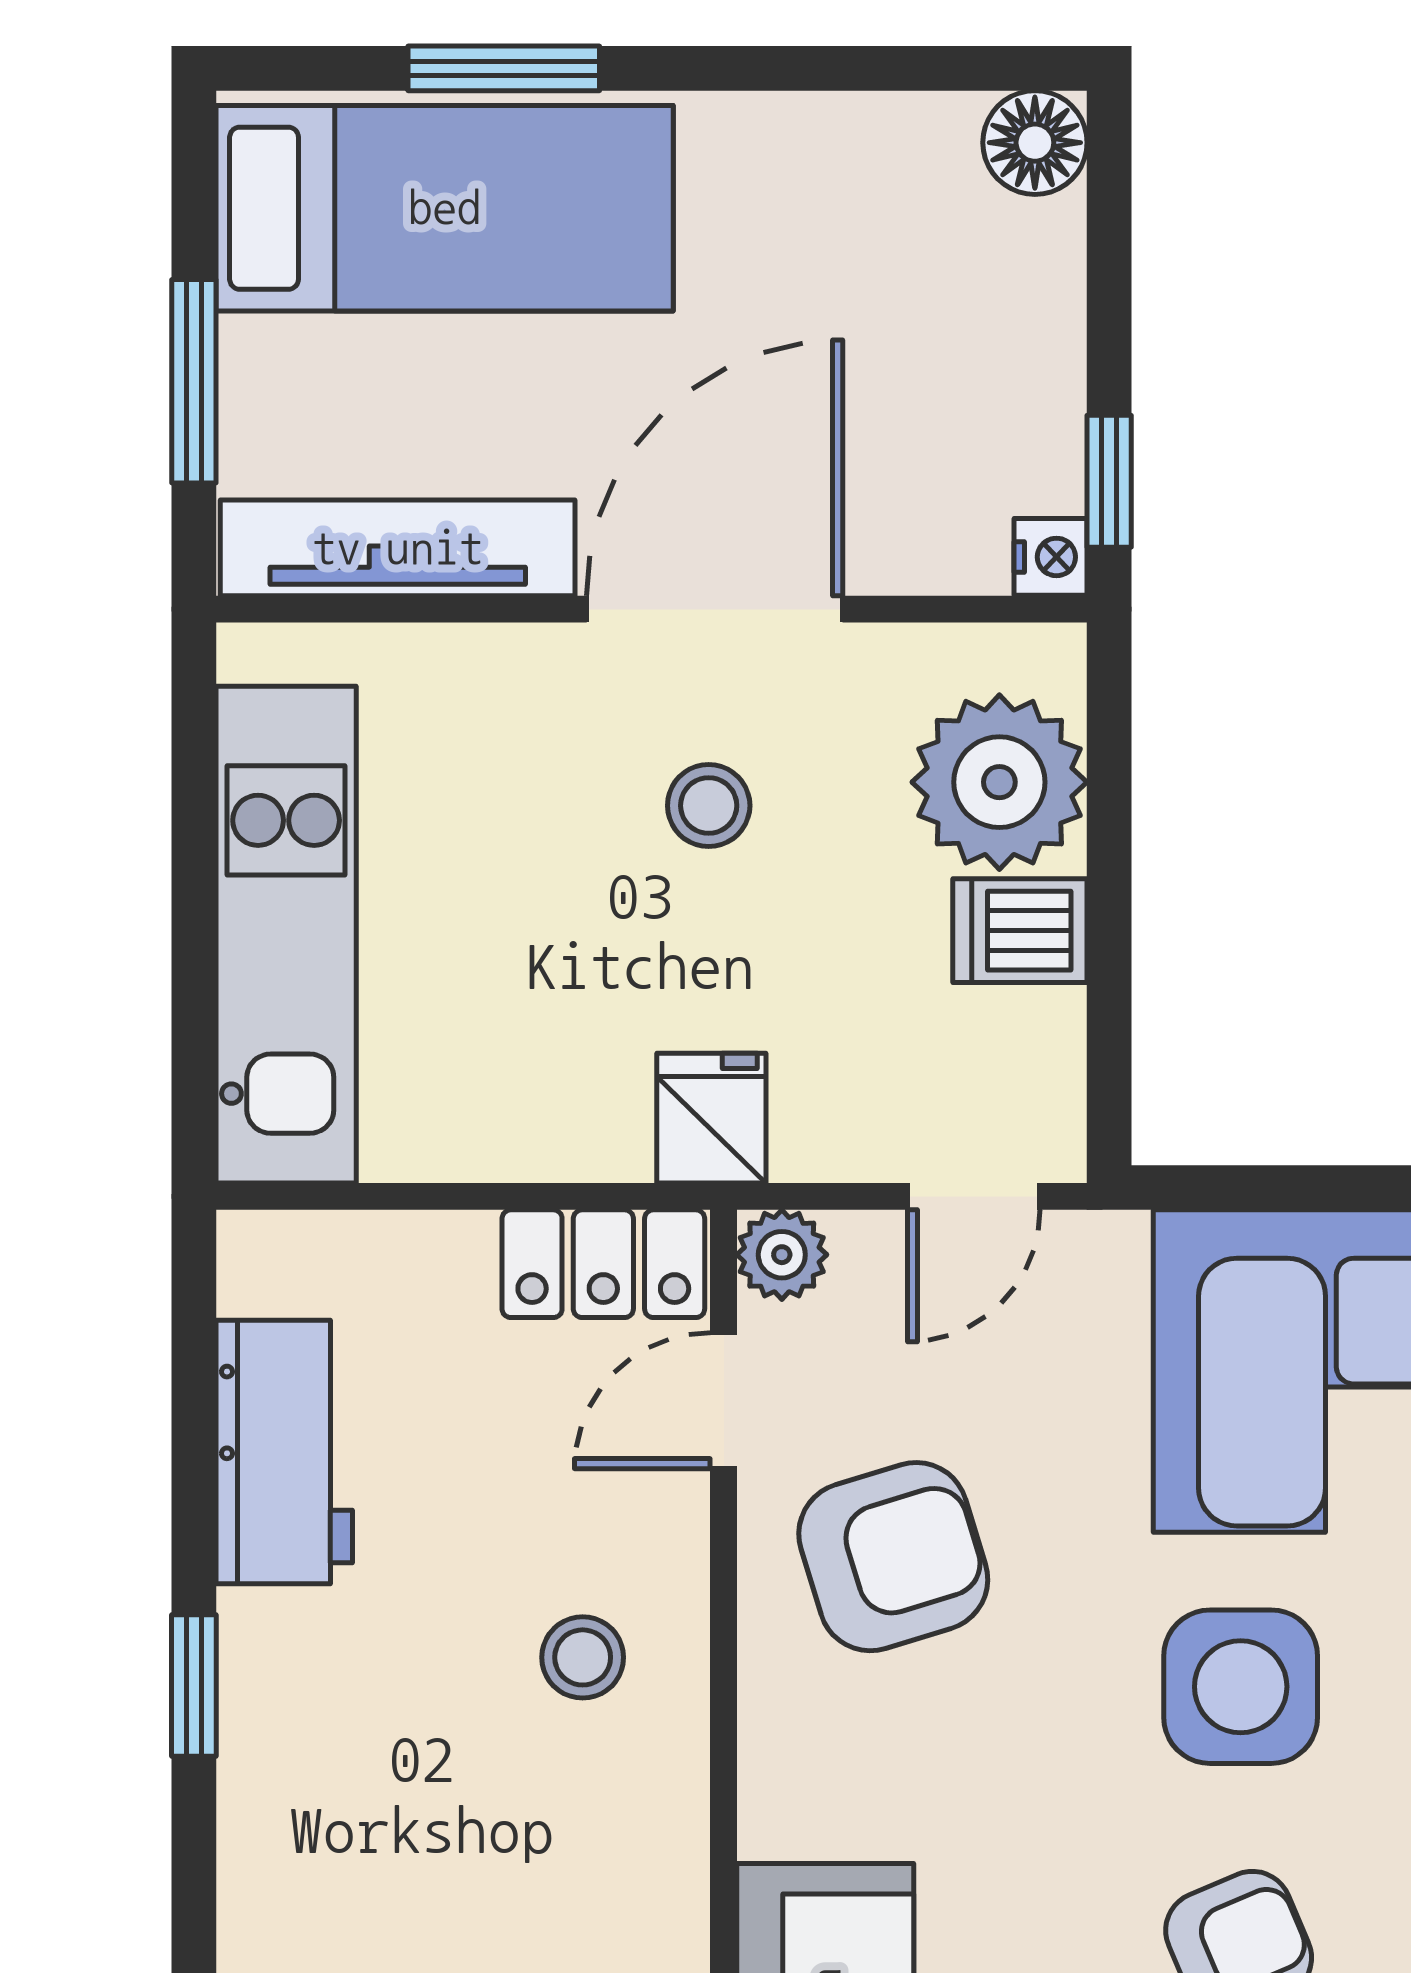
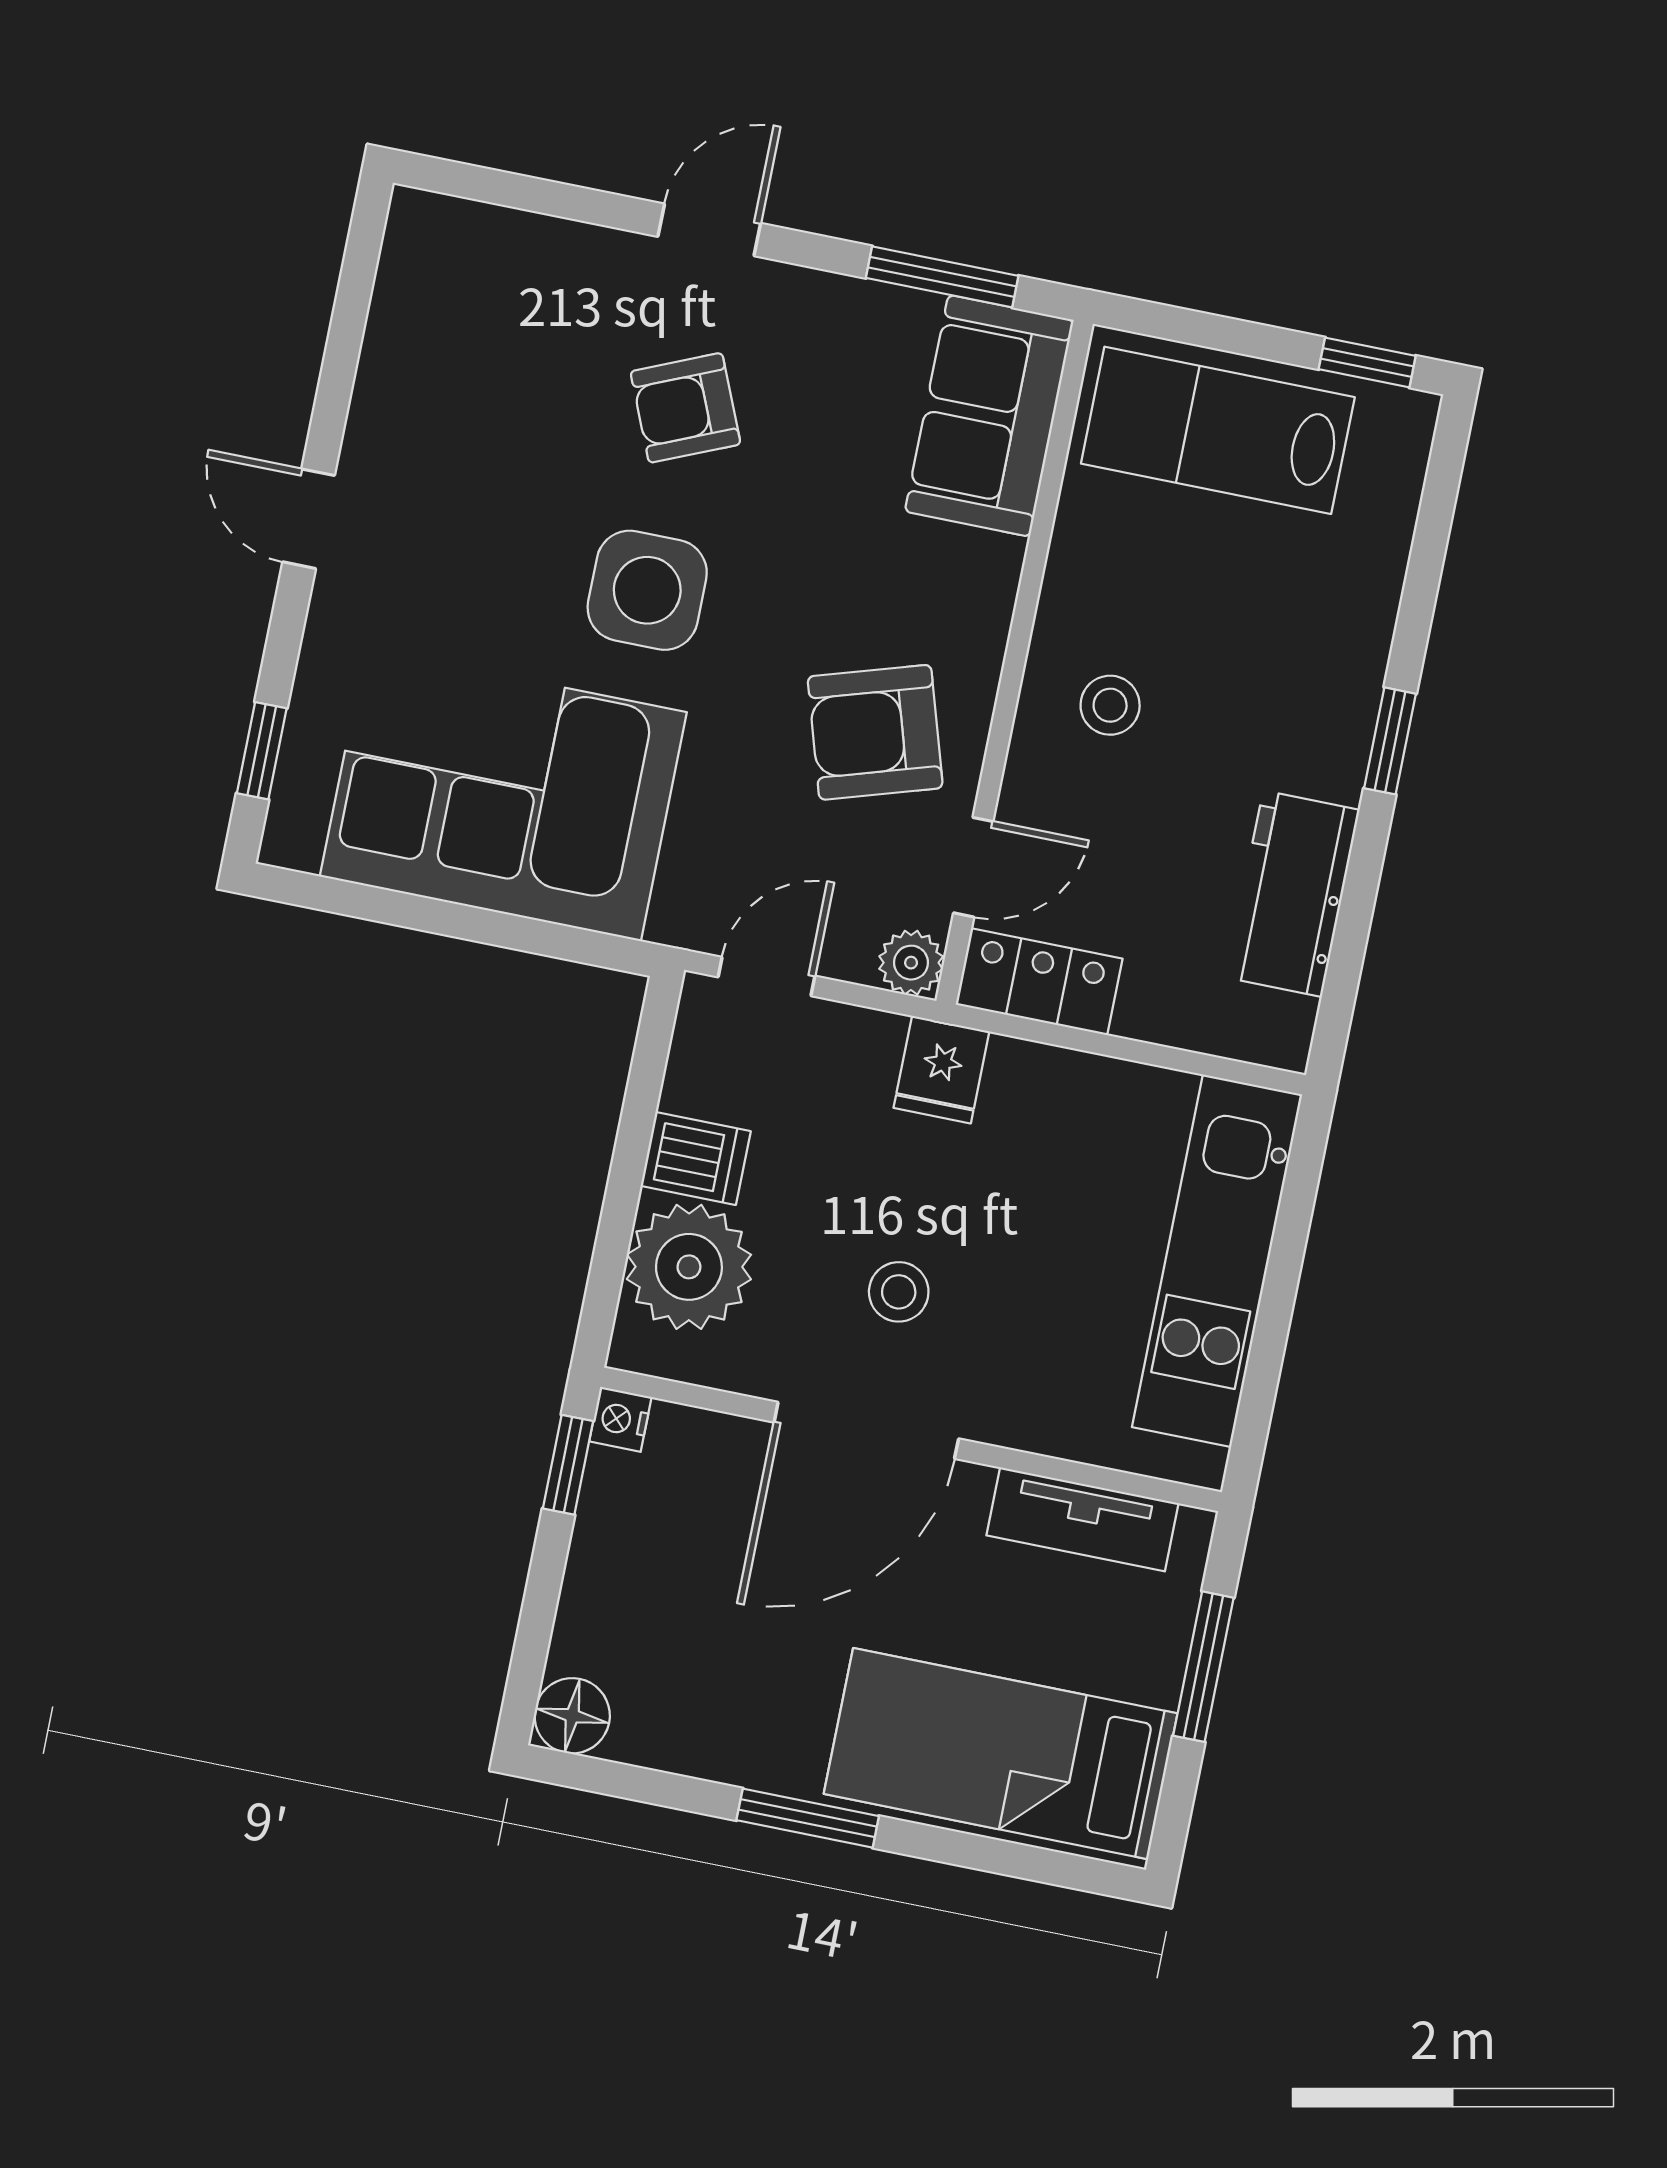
window: (504, 68) -> (808, 1818), moved
tv unit: (398, 548) -> (1083, 1519), width x0.71

